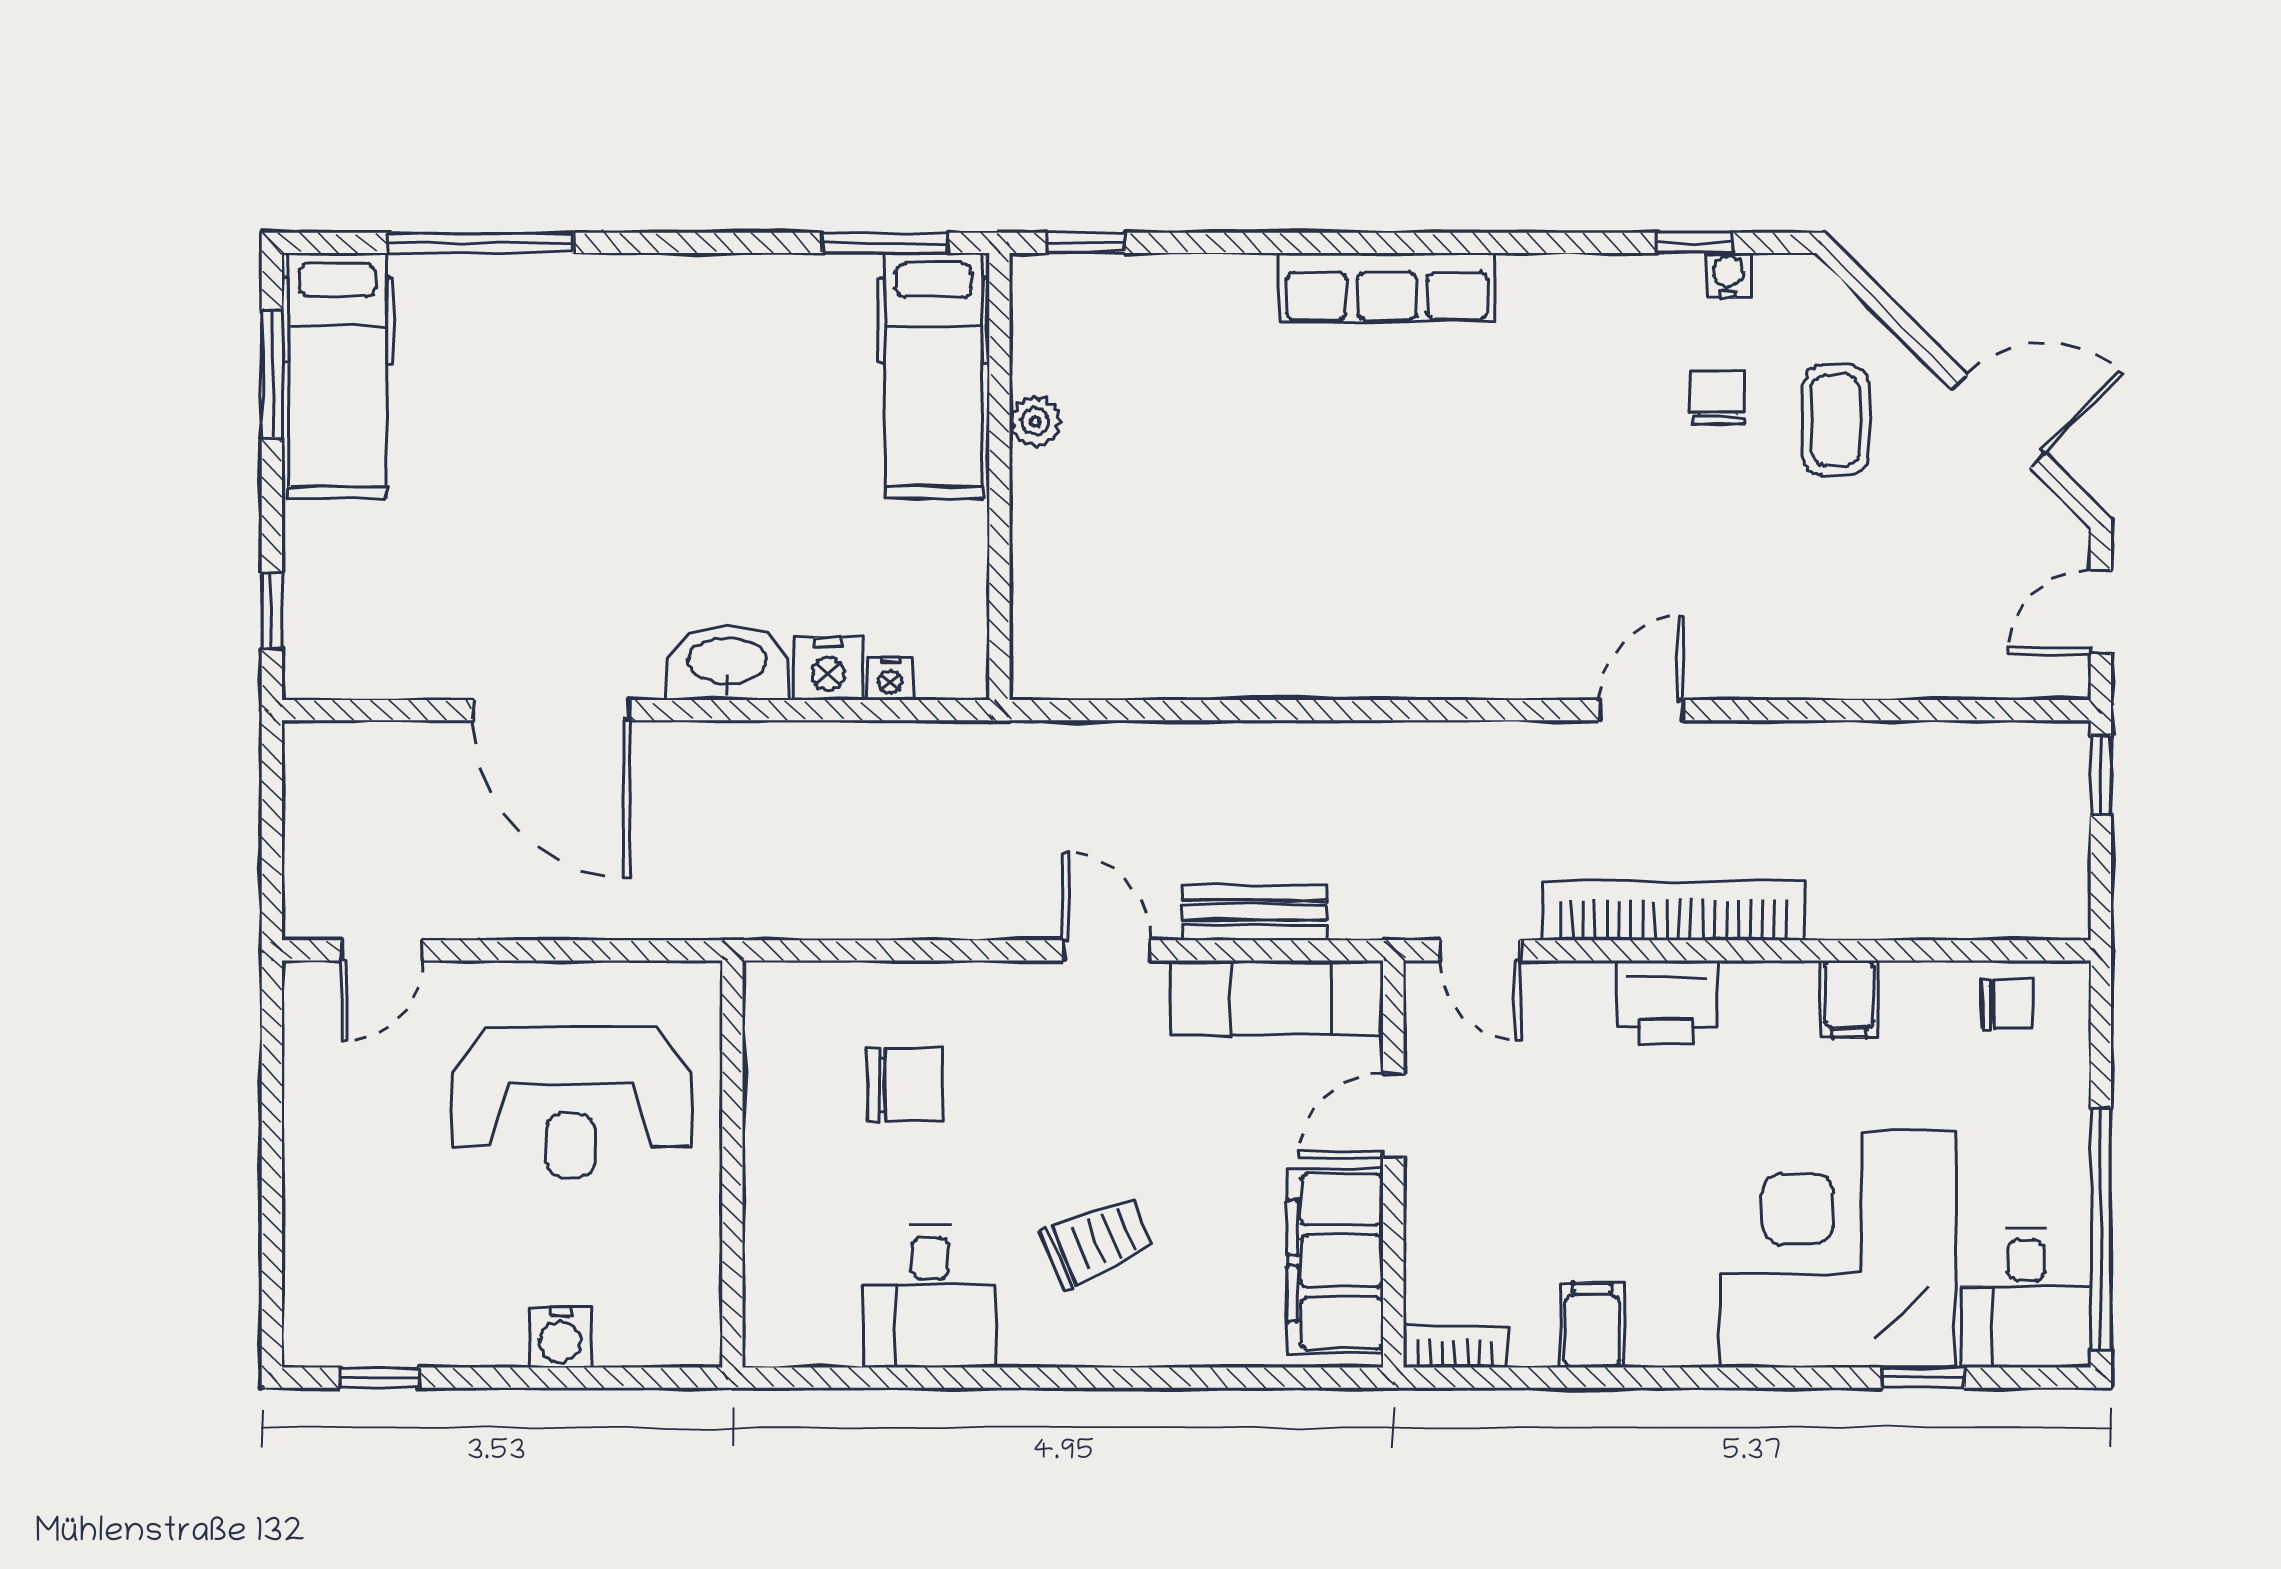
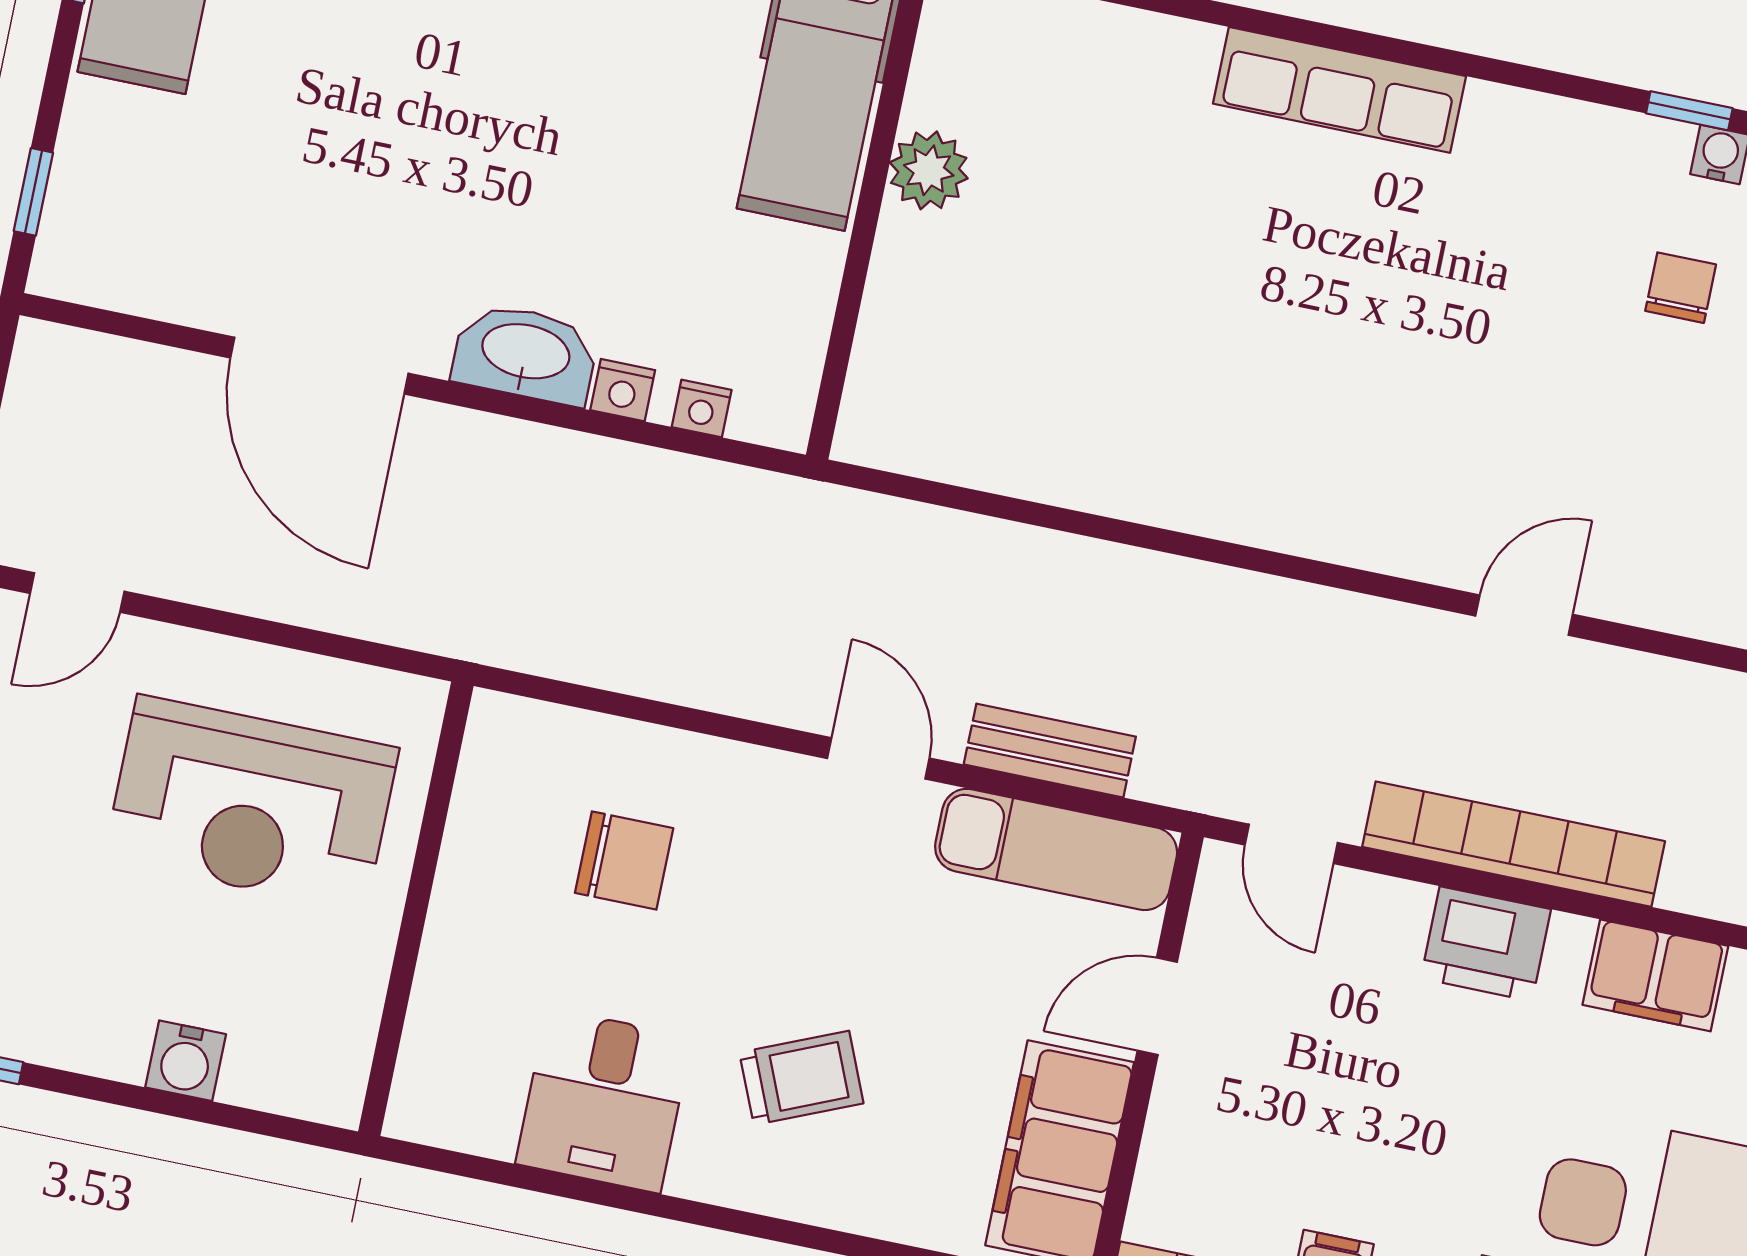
plant: (1035, 422) -> (929, 170), width x1.38, depth x1.38
nightstand: (828, 669) -> (623, 390), width x0.72, depth x0.74
filing cabinet: (1849, 999) -> (1655, 975), width x2.00

